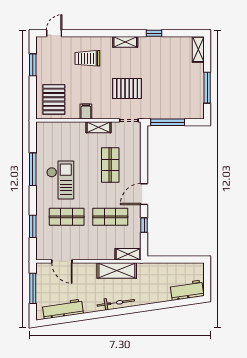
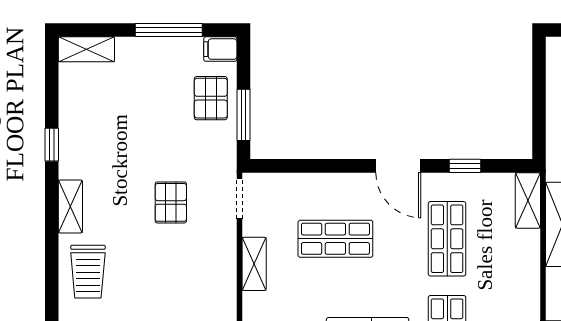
trolley: (87, 58) -> (88, 272), moved
pallet: (127, 89) -> (171, 202), width x0.67, depth x0.71
pallet: (175, 107) -> (211, 98), added
filing cabinet: (86, 112) -> (220, 49), moved
window: (168, 122) -> (243, 115), width x0.69

